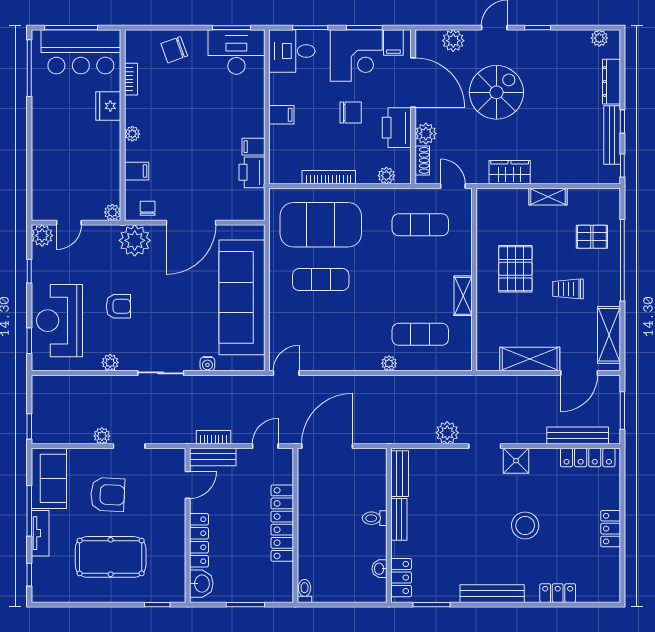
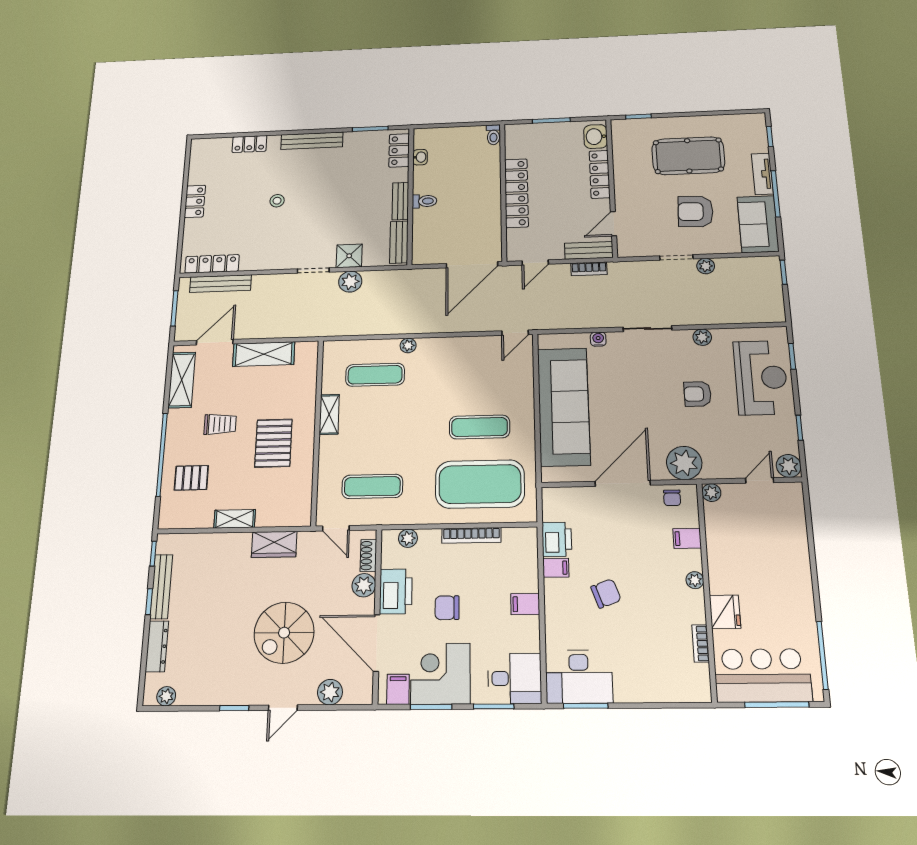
chair: (174, 50) -> (606, 593), moved
shower: (516, 461) -> (349, 256), moved
stool: (525, 526) -> (277, 201), width x0.53, depth x0.53

